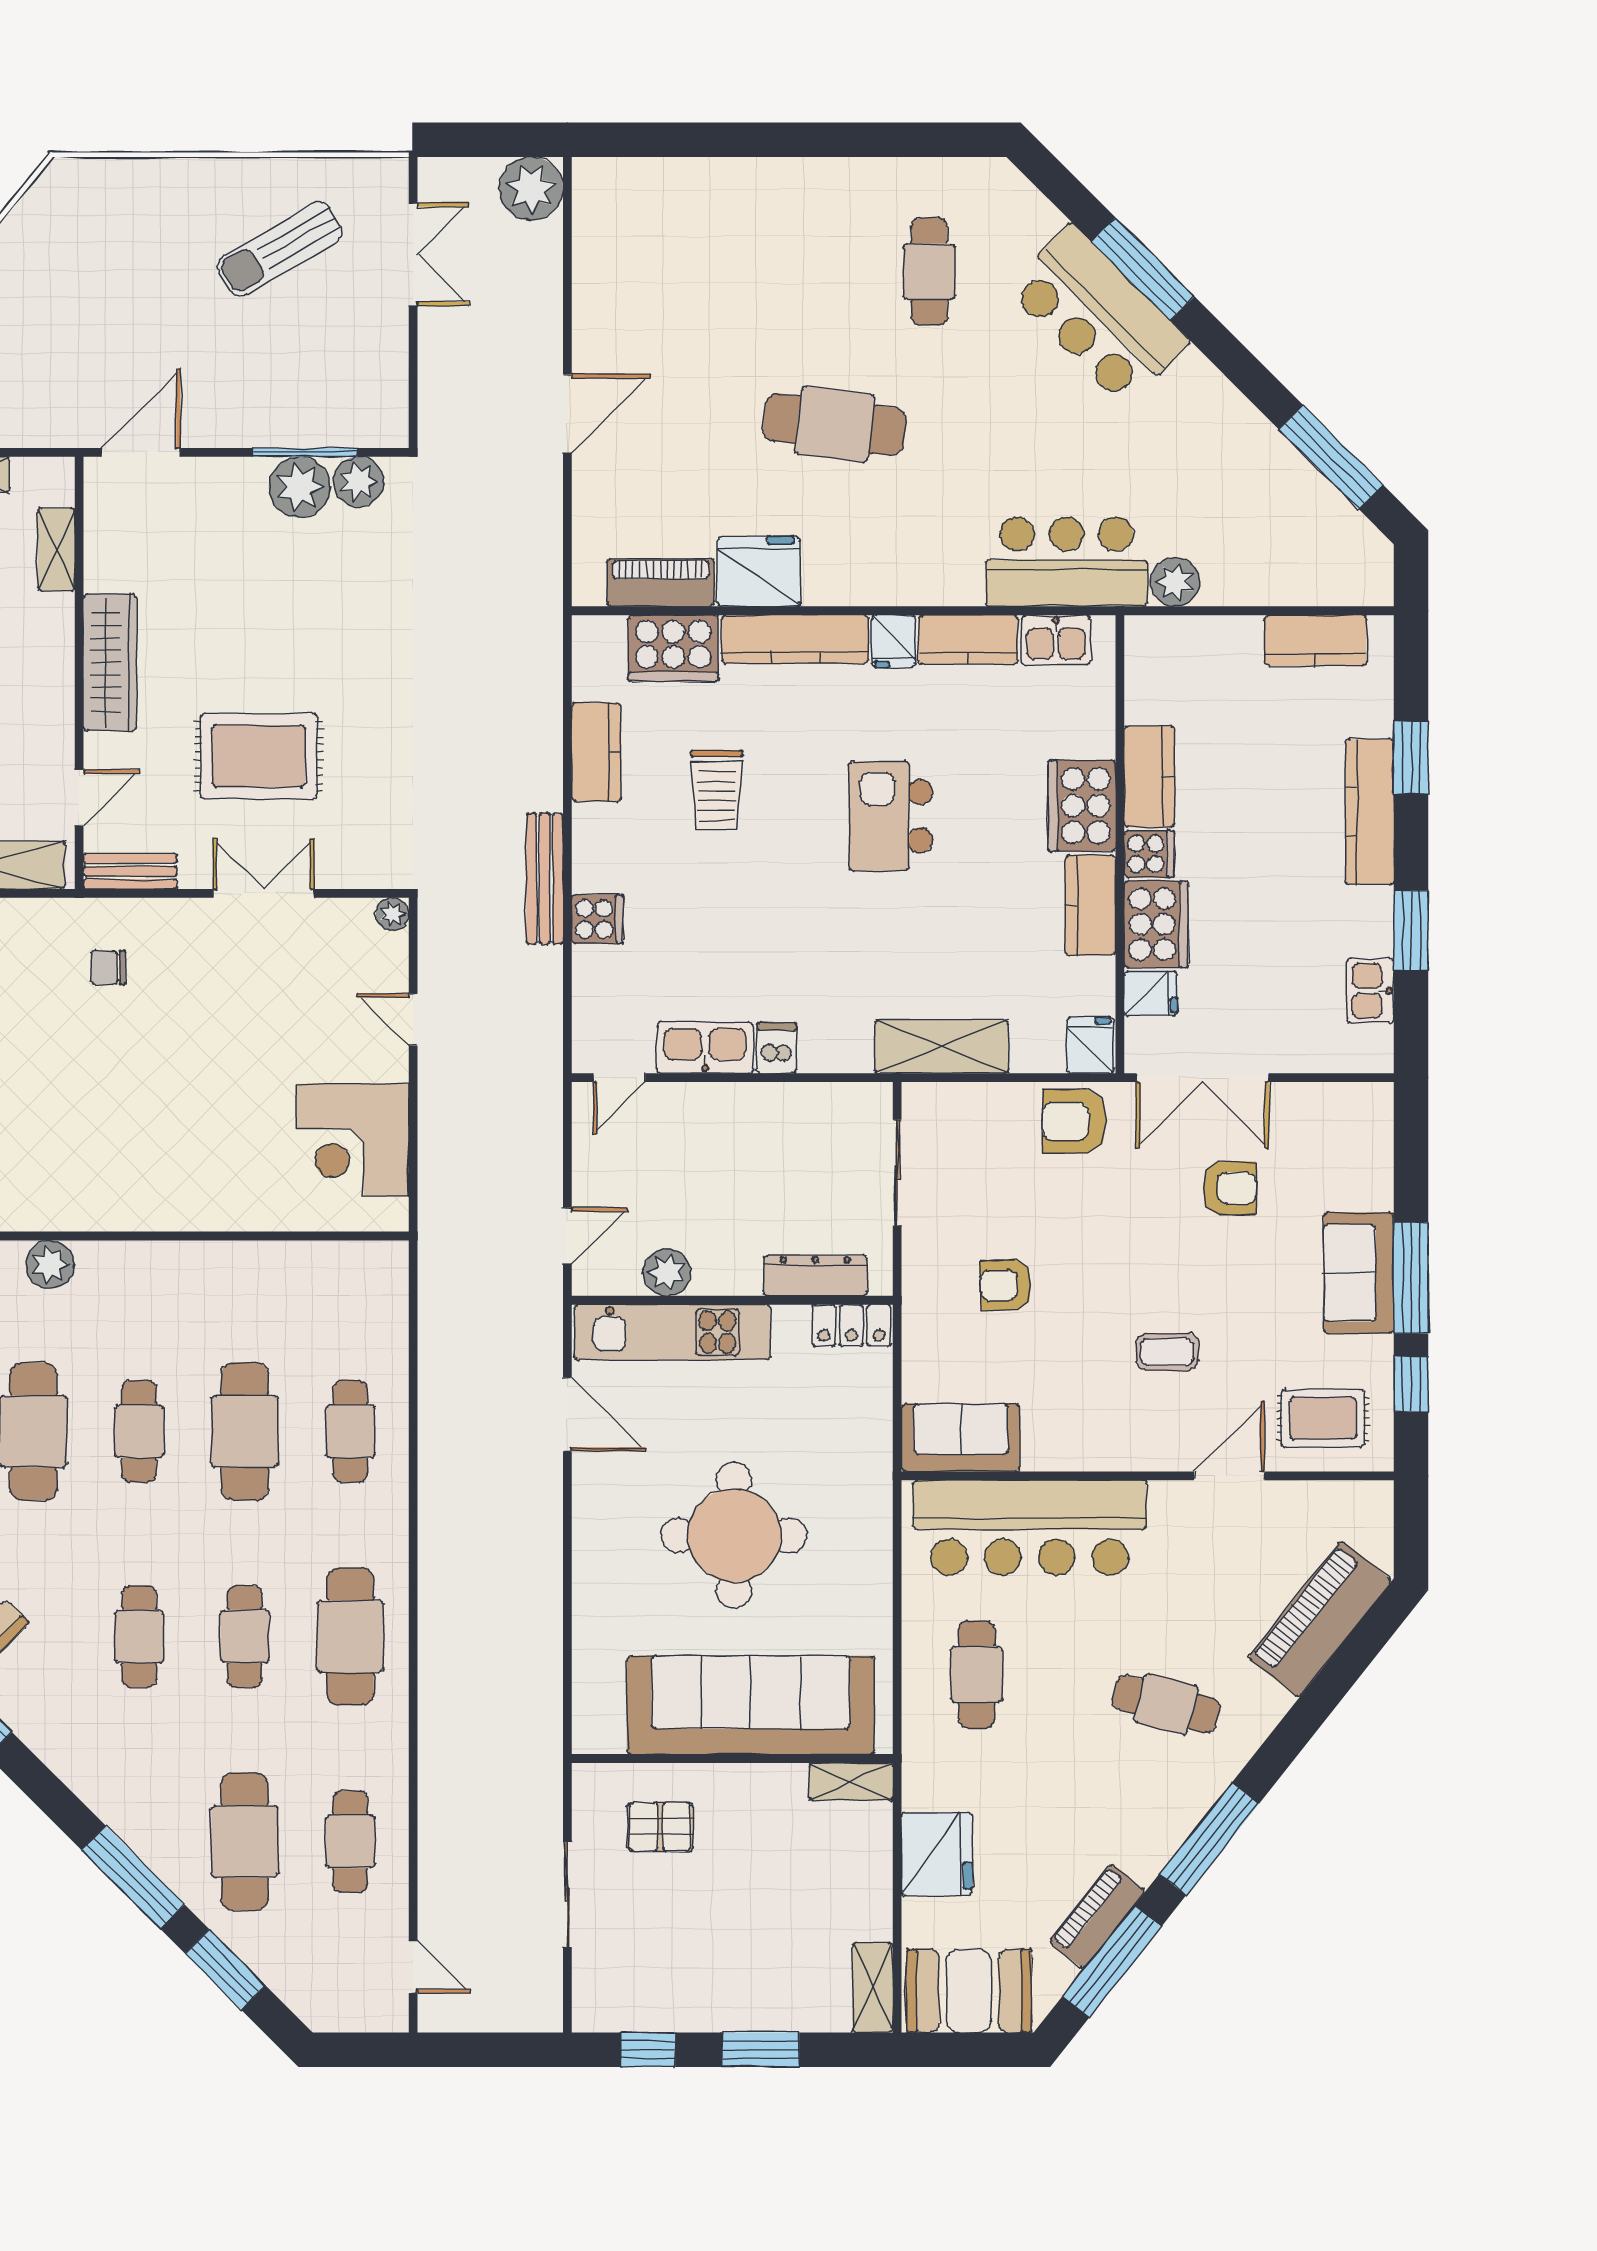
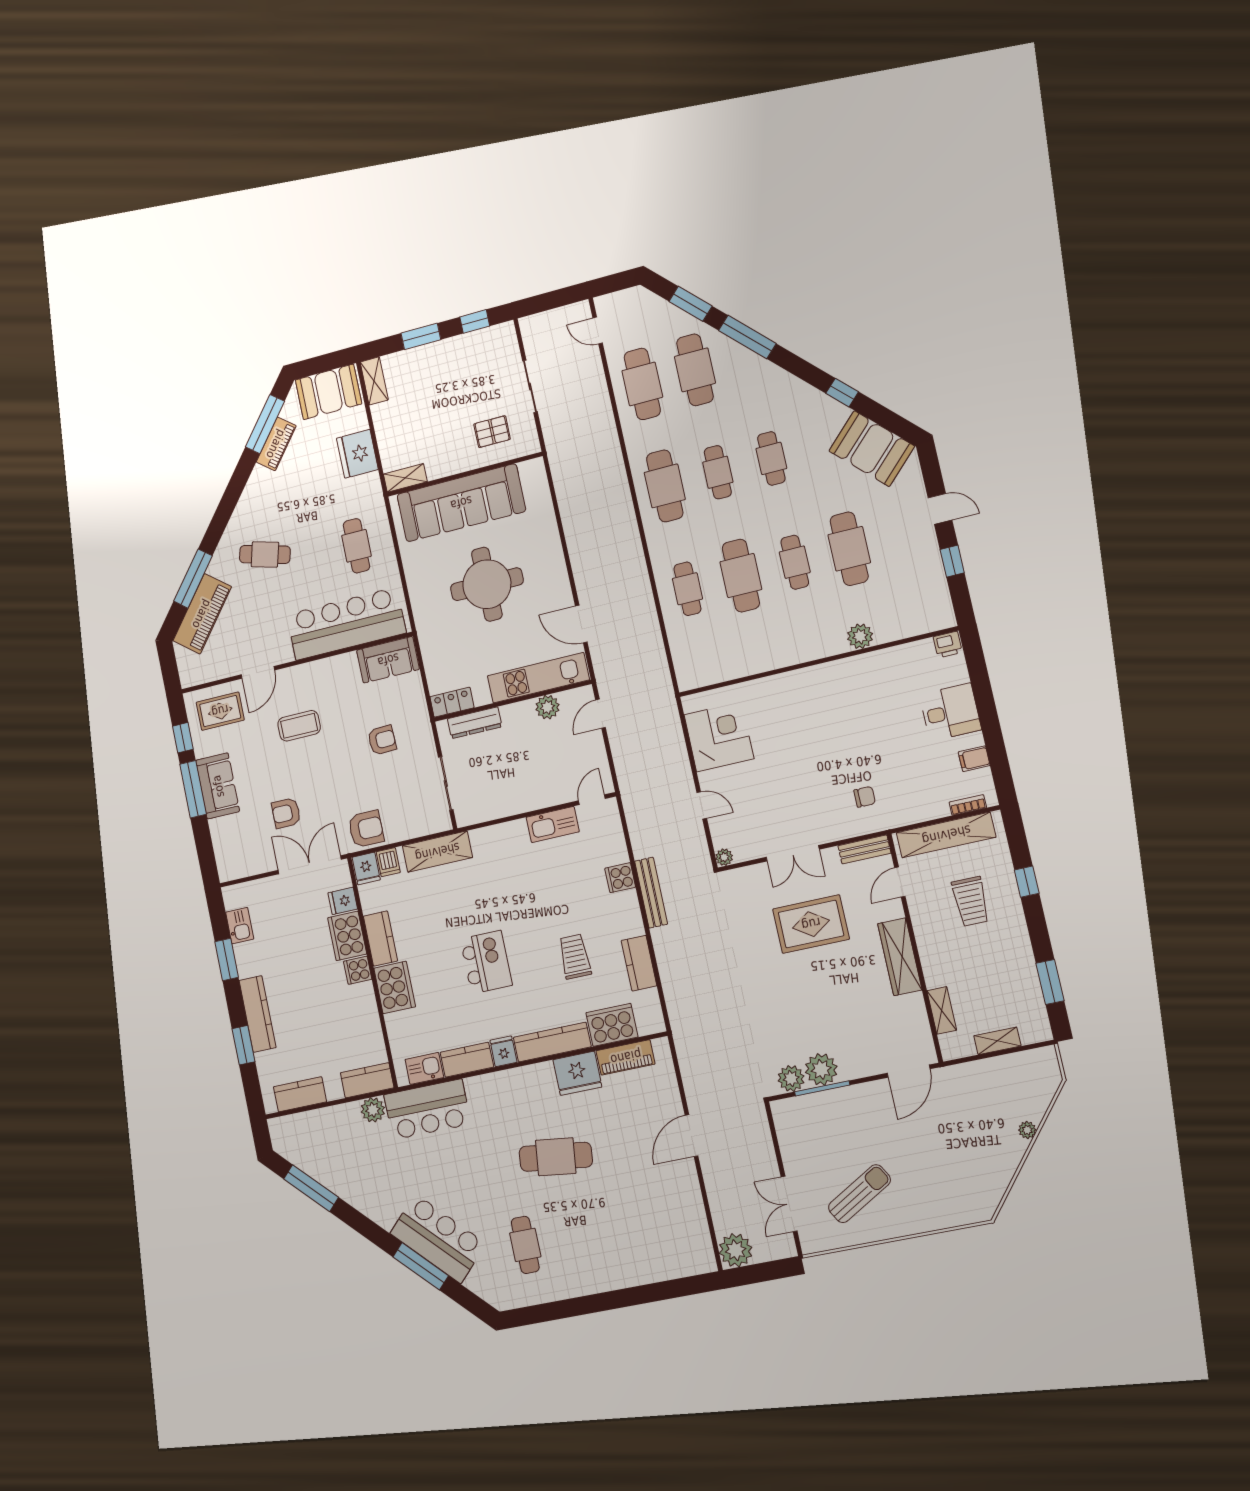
kitchen counter: (1149, 776) -> (367, 1080), moved, turned 90
dishwasher: (777, 1048) -> (388, 862), moved
coffee table: (1167, 1352) -> (299, 726), width x1.36, depth x1.30
window: (1209, 1839) -> (193, 579), moved
cafe table: (350, 1842) -> (642, 384), width x1.37, depth x1.35

